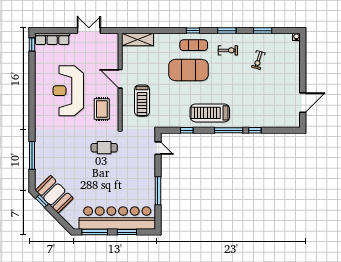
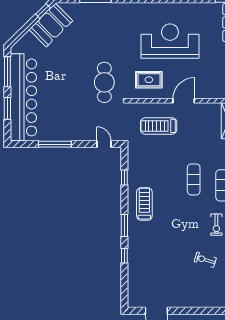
exercise mat: (189, 70) -> (194, 179), width x0.50, depth x0.69
treadmill: (210, 113) -> (144, 204), width x0.73, depth x0.73
window: (229, 130) -> (124, 225), width x0.69
cafe table: (104, 148) -> (104, 82), width x1.37, depth x1.35
door: (158, 148) -> (104, 144), swing flipped

